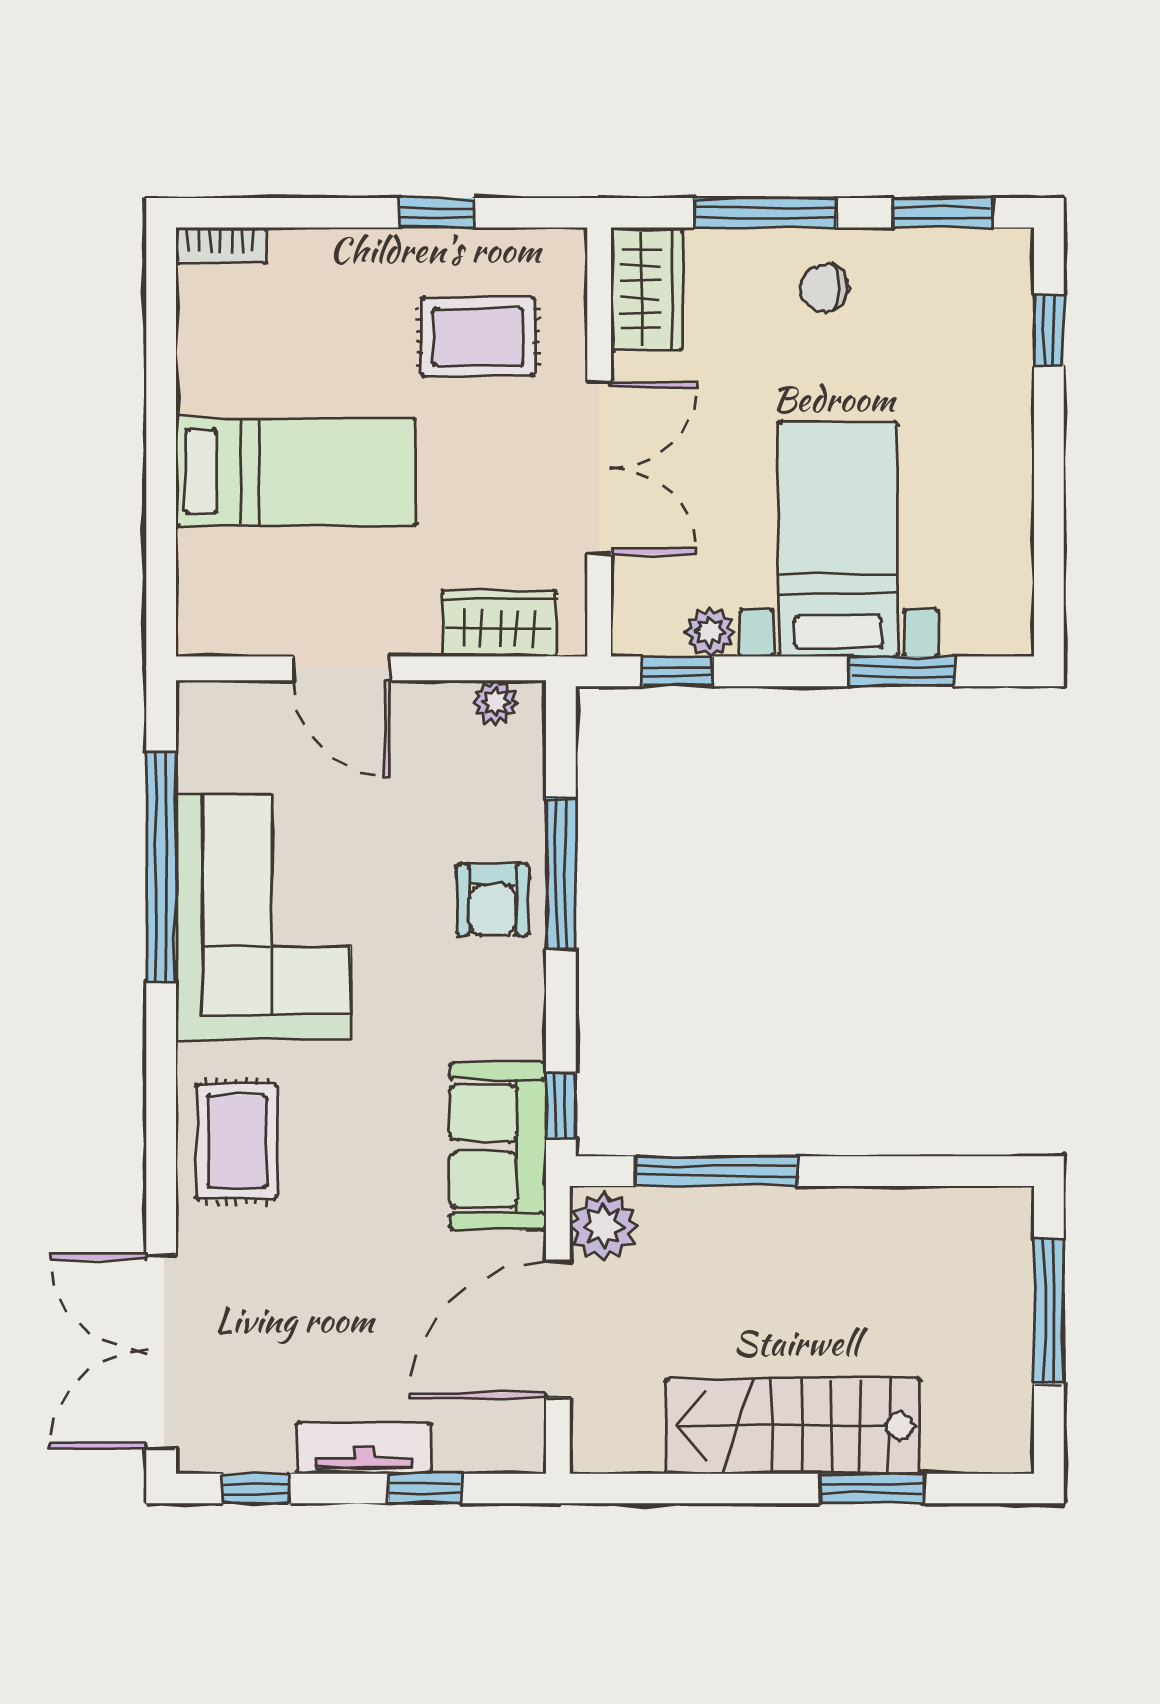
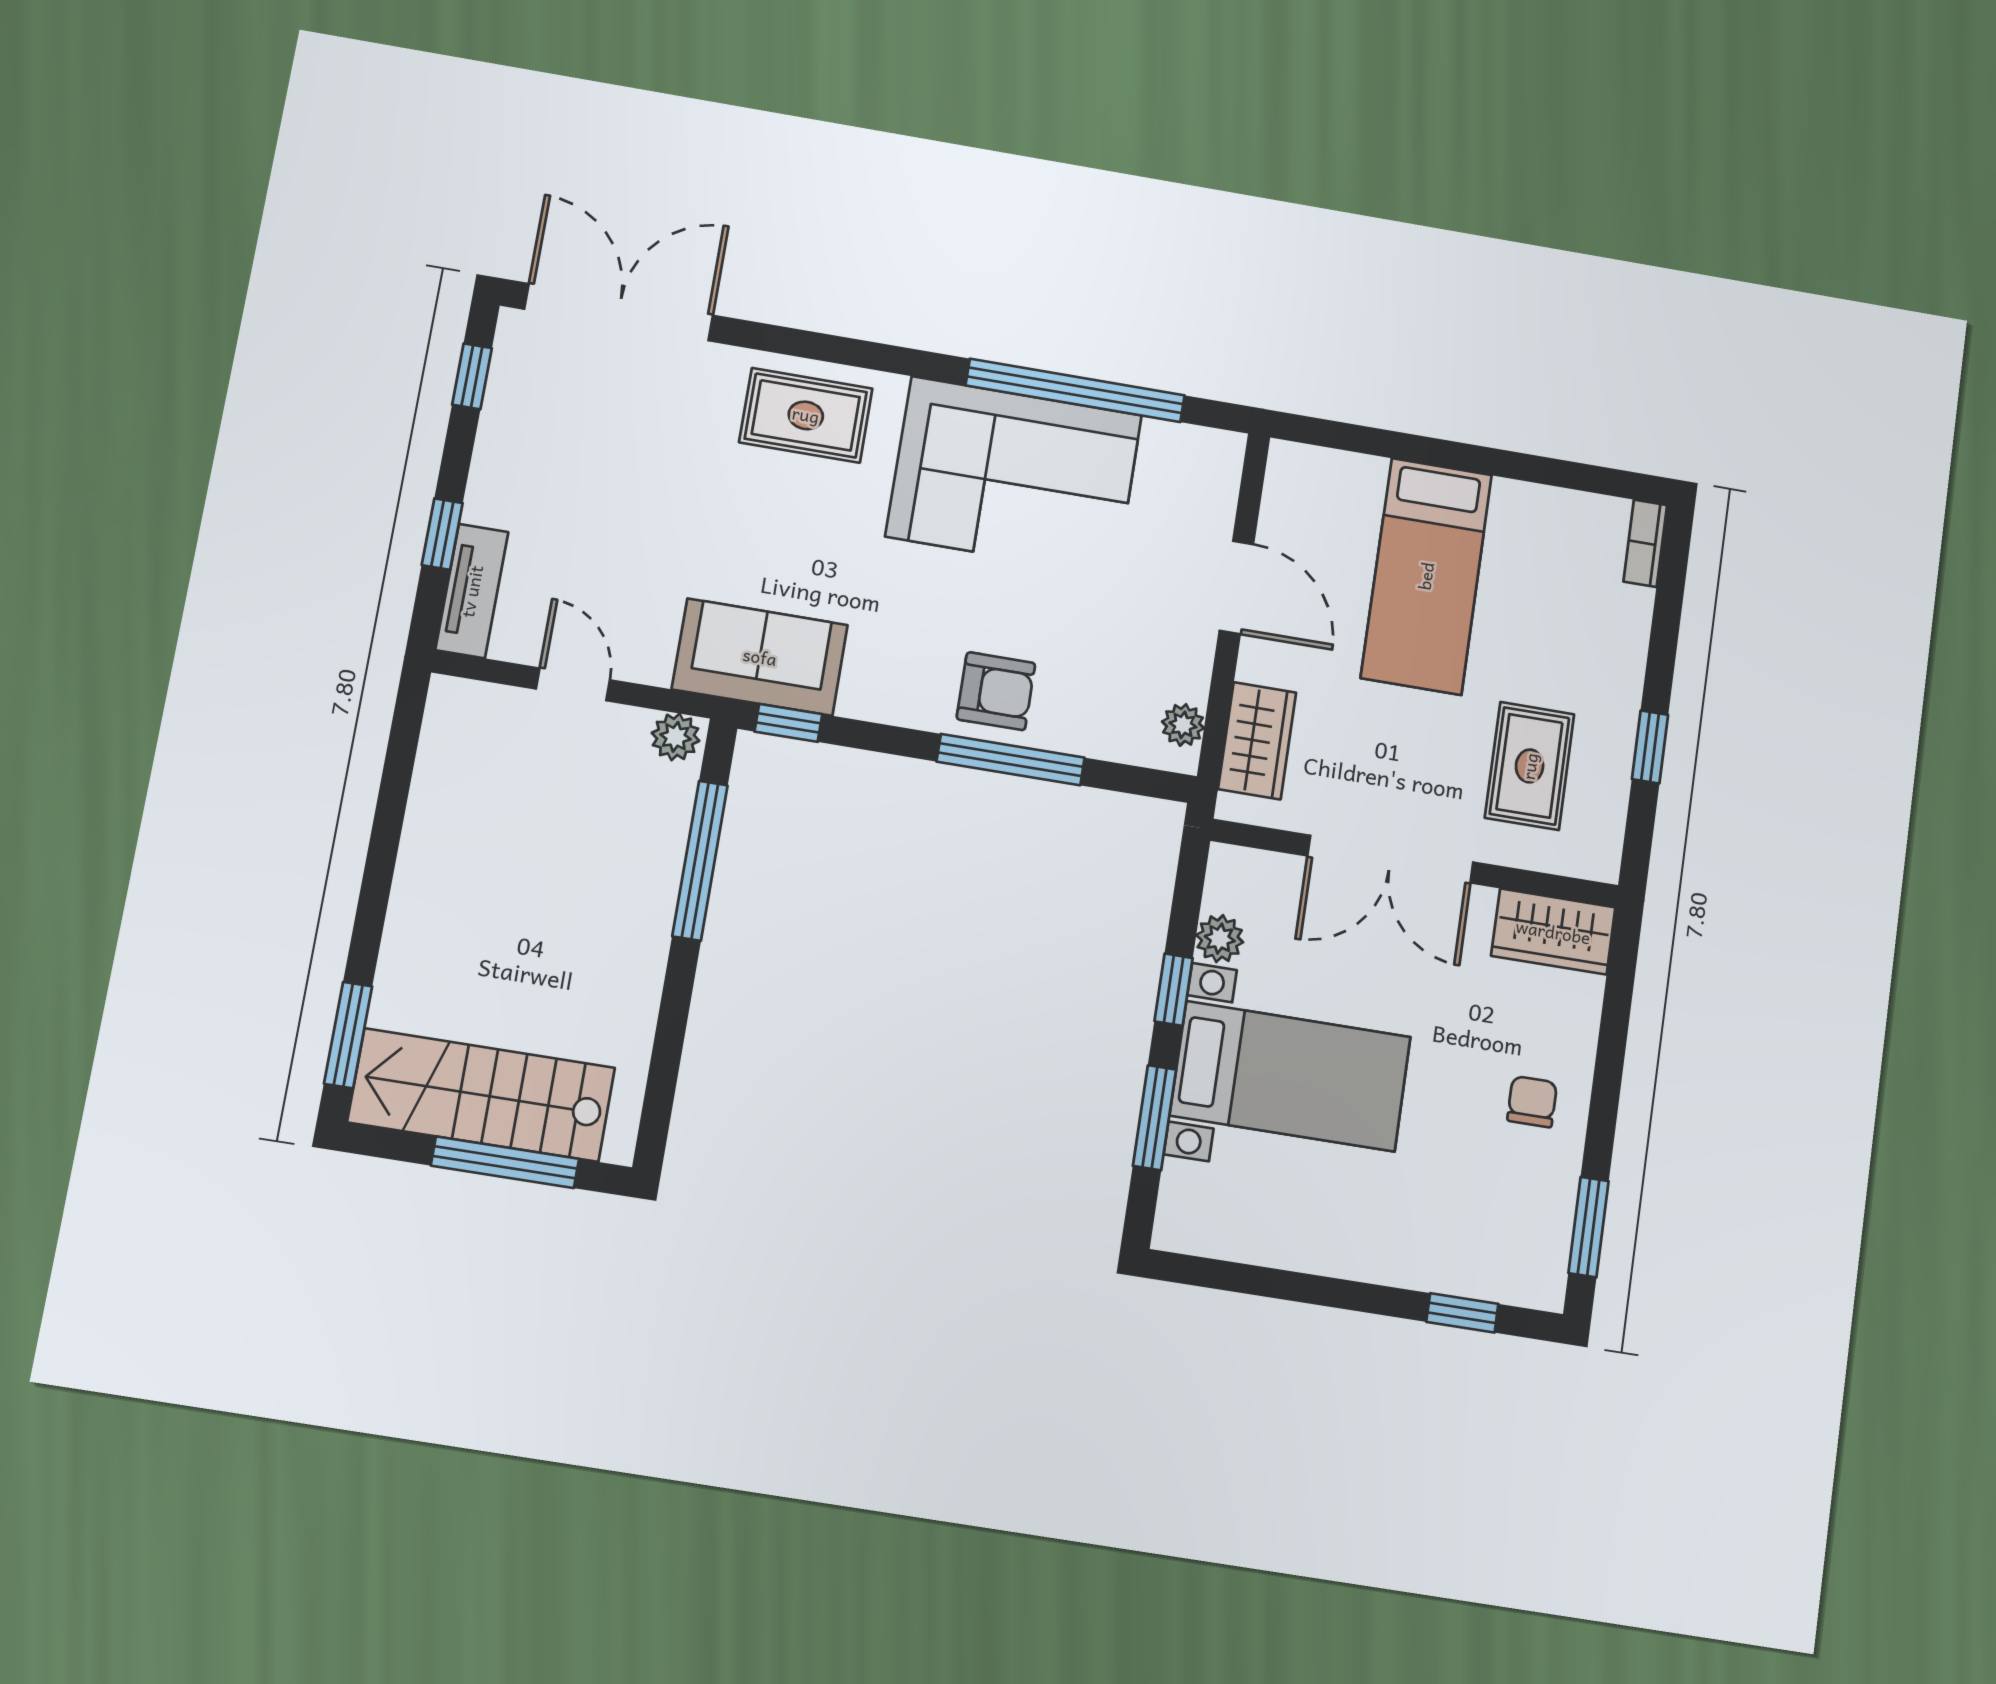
window: (766, 213) -> (1610, 1057), removed
door: (342, 668) -> (1236, 587), swing flipped
window: (677, 671) -> (1174, 990), moved
armchair: (493, 900) -> (996, 691), turned 180
plant: (604, 1226) -> (676, 737), width x0.73, depth x0.73
door: (558, 1330) -> (573, 684), width x0.53
stairs: (793, 1426) -> (481, 1095), moved, turned -90
tv unit: (364, 1448) -> (472, 591), moved
window: (872, 1489) -> (348, 1035), moved

